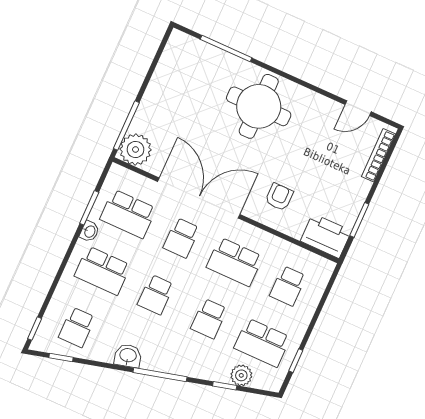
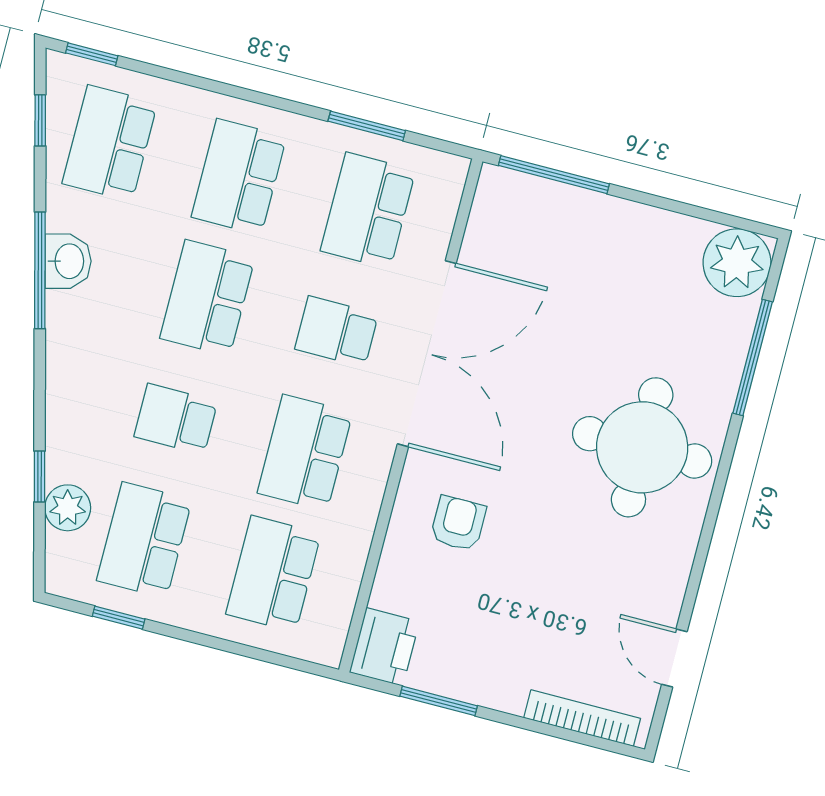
plant: (136, 149) -> (737, 263), moved
armchair: (279, 197) -> (458, 523), turned -90
washbasin: (89, 231) -> (317, 135), removed
printer: (326, 236) -> (384, 647), width x0.73, depth x0.84
school desk: (288, 286) -> (273, 574), width x1.85
school desk: (156, 295) -> (207, 298), width x1.85
school desk: (77, 327) -> (110, 143), width x1.85
window: (160, 375) -> (40, 270), moved

